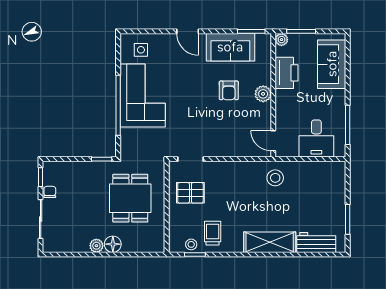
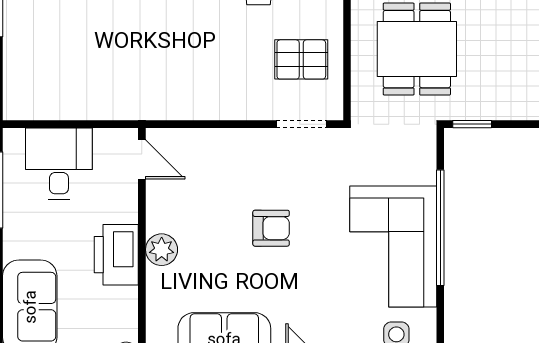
printer: (287, 73) -> (116, 255), moved
armchair: (229, 90) -> (271, 228), moved, turned 90
stool: (275, 178) -> (138, 88), removed

